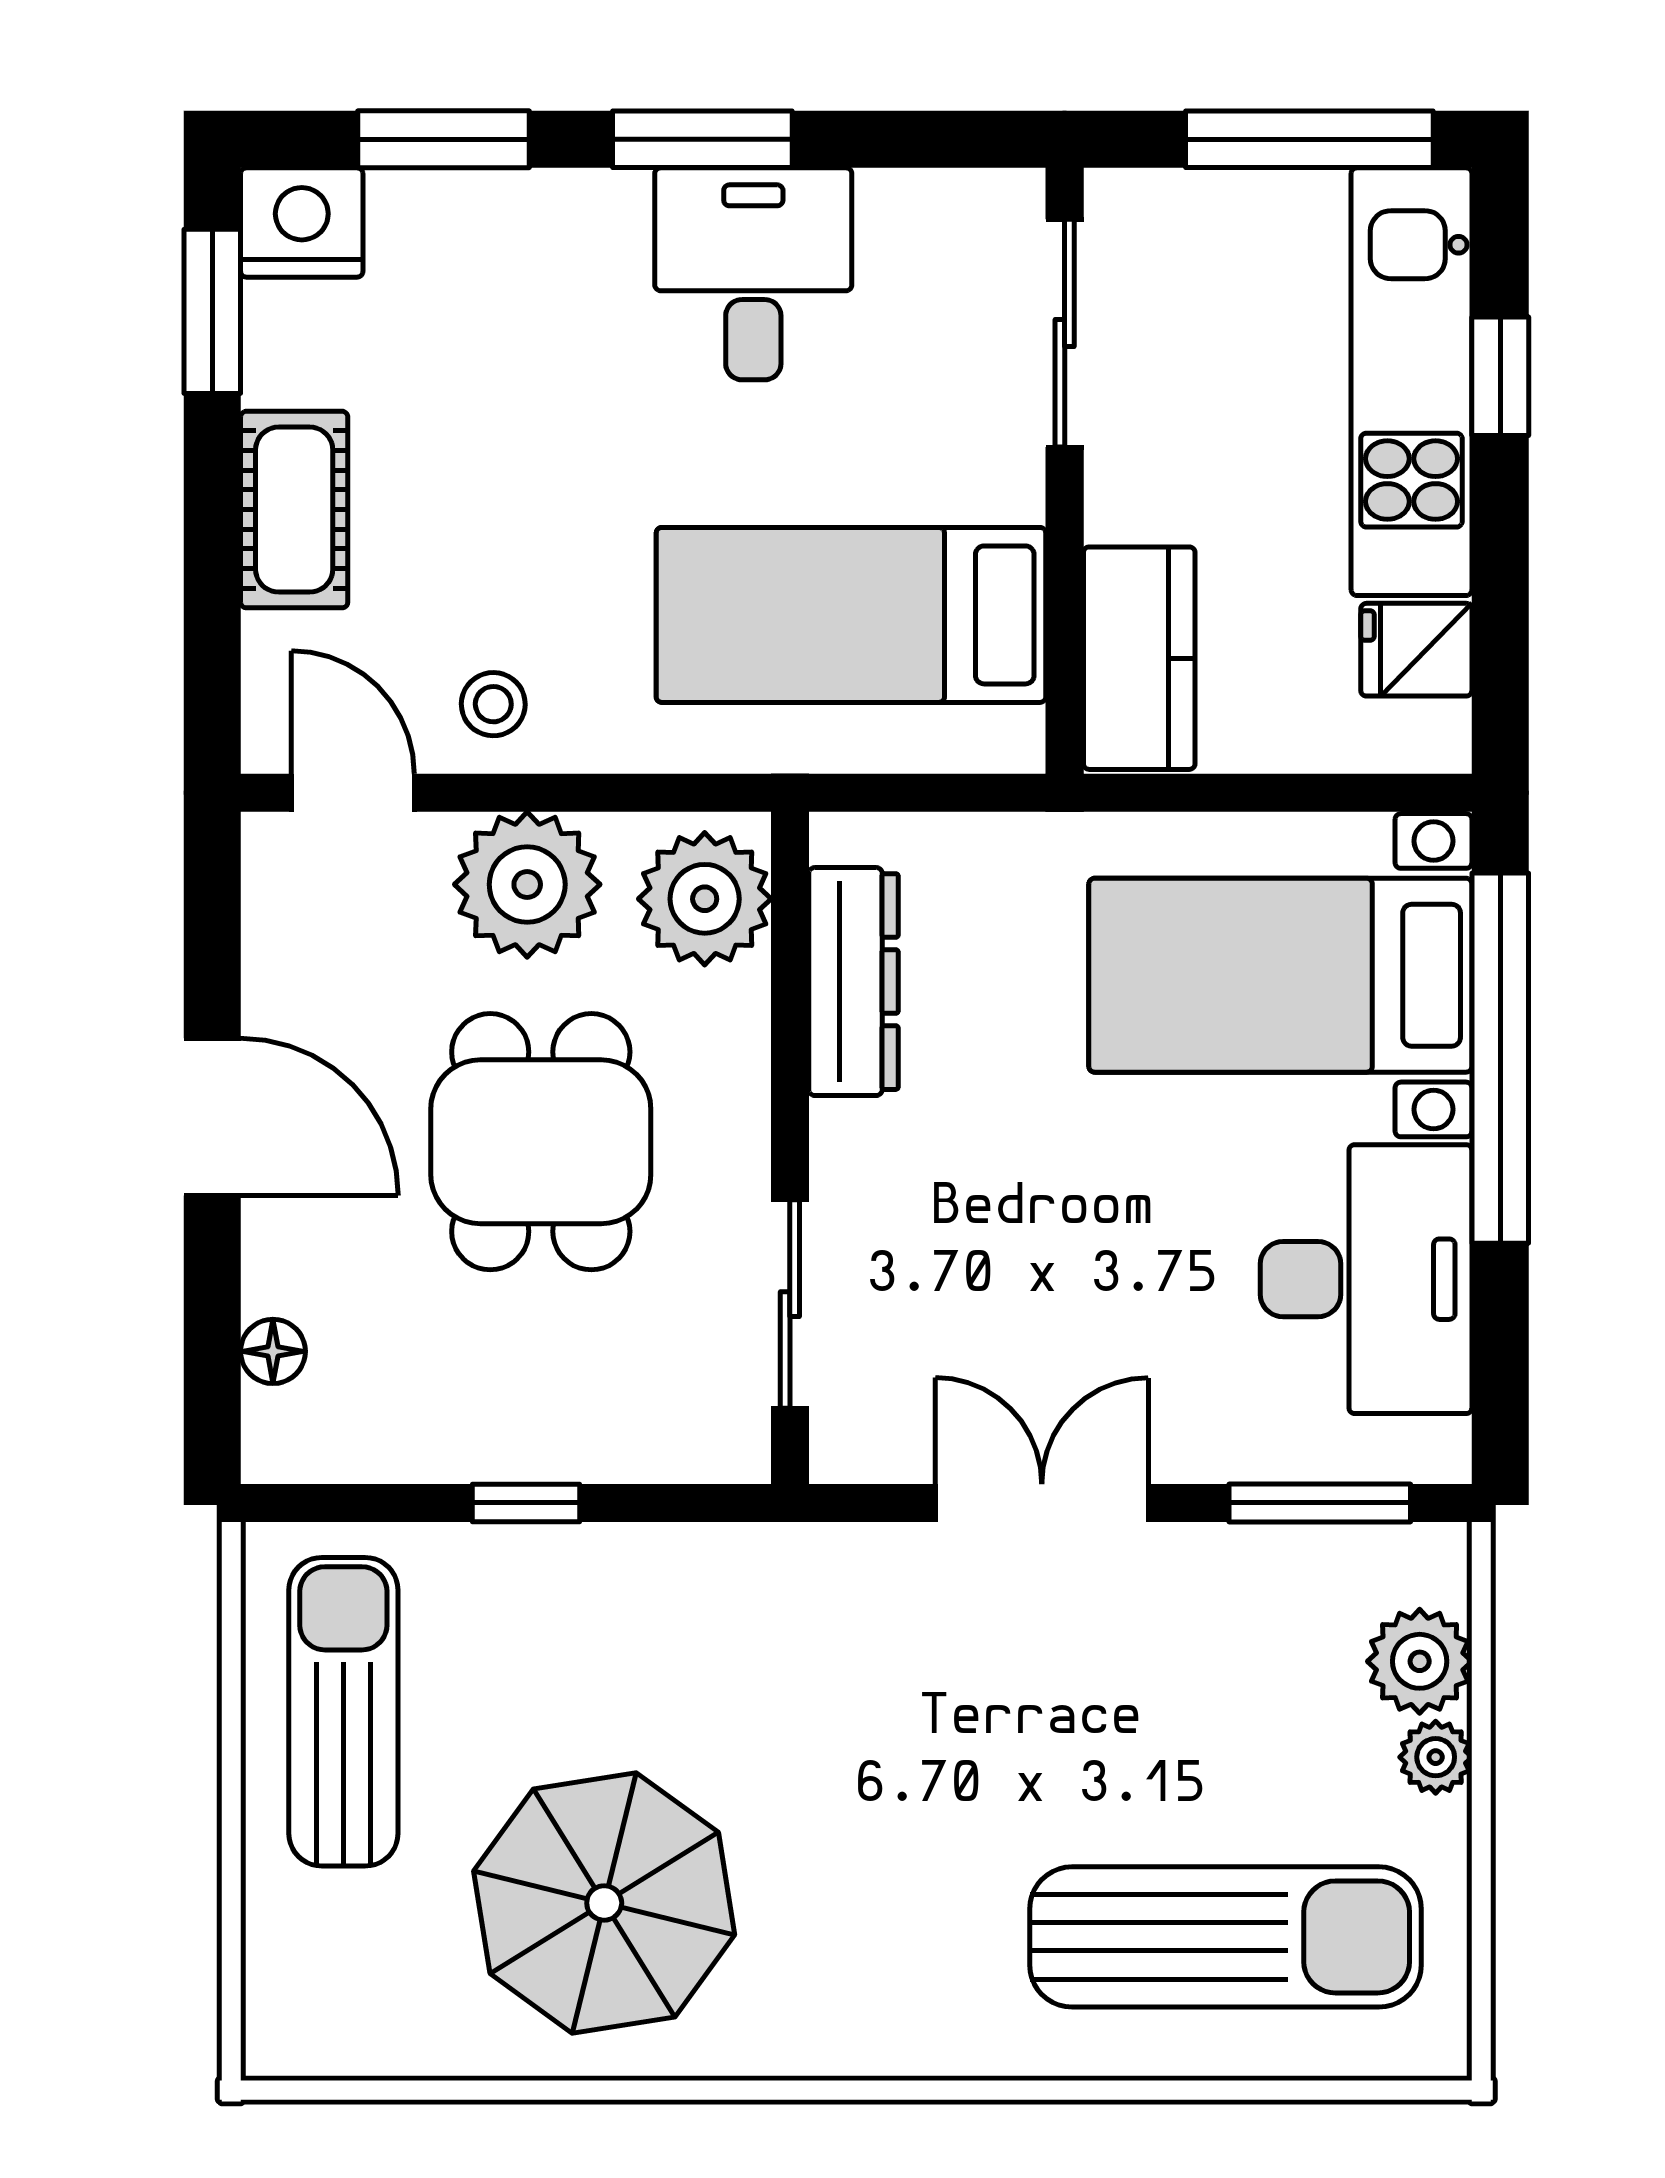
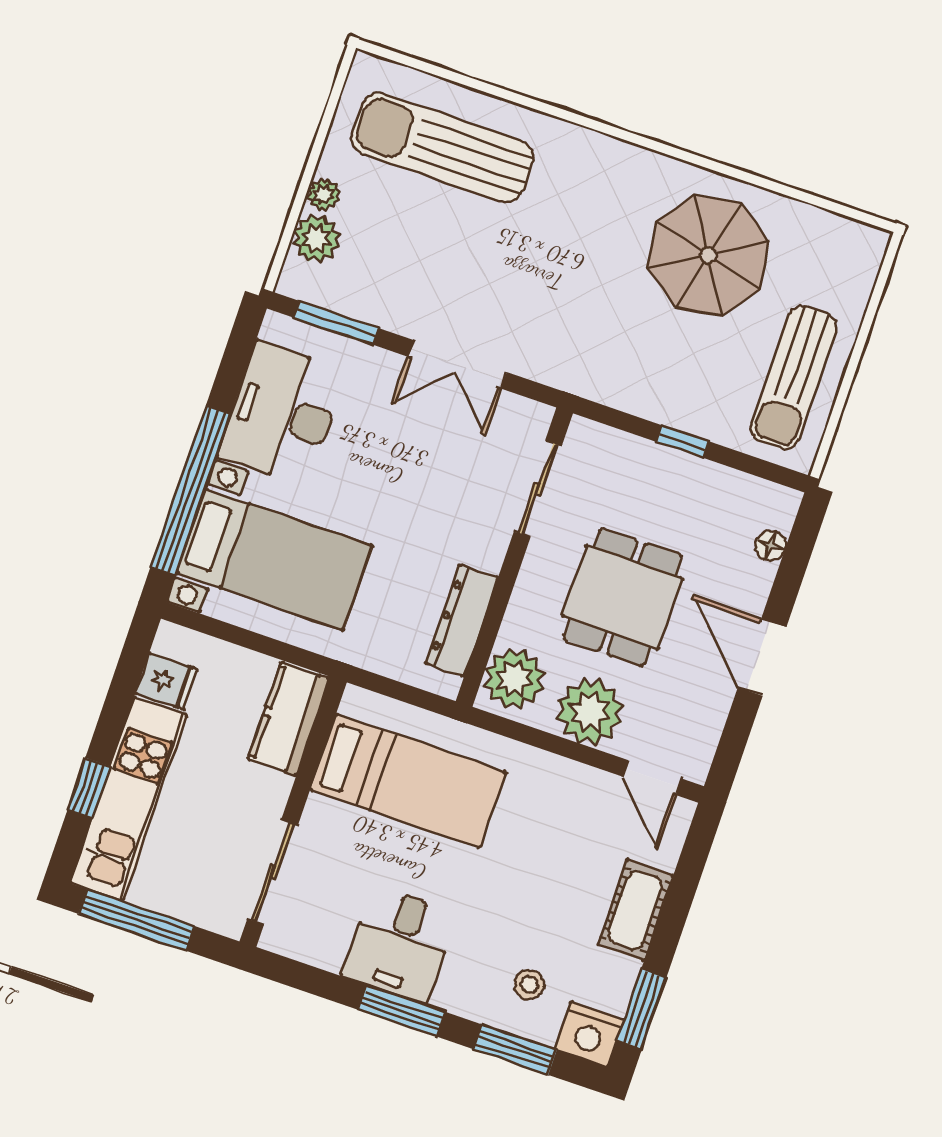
stool: (493, 704) -> (529, 984), moved

